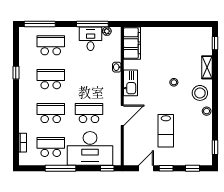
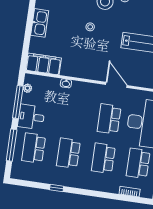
window: (40, 24) -> (12, 145), moved
desk: (91, 39) -> (31, 117), moved
kitchen sink: (131, 83) -> (40, 23), moved, turned 90

